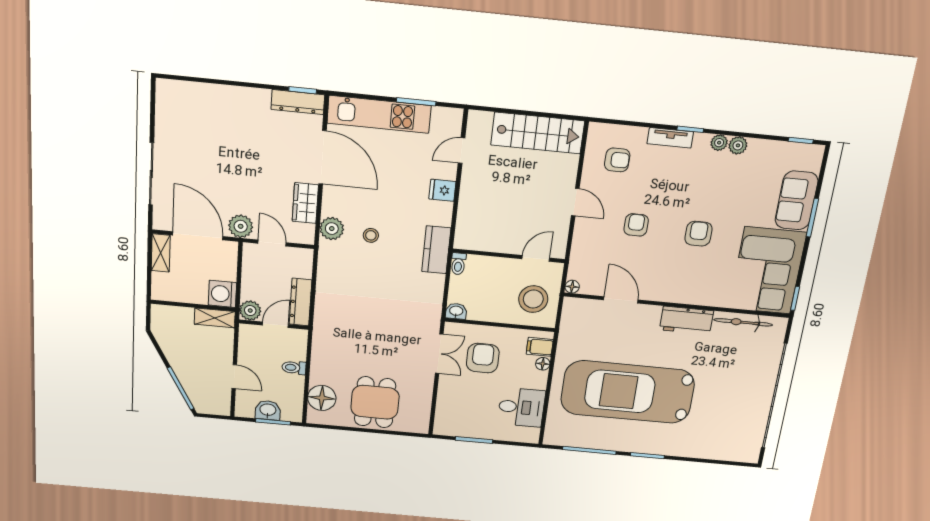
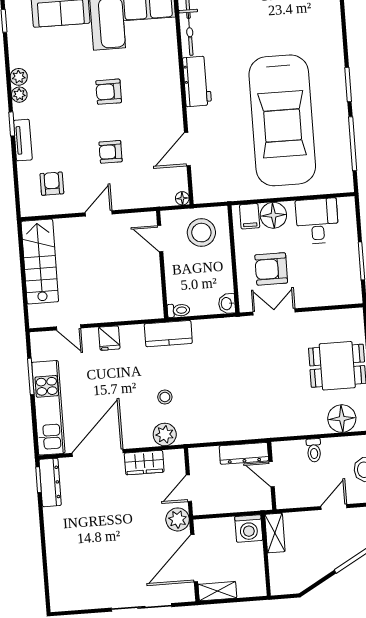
plant: (250, 311) -> (261, 500), removed
floor lamp: (543, 364) -> (273, 215), width x1.89, depth x1.89

